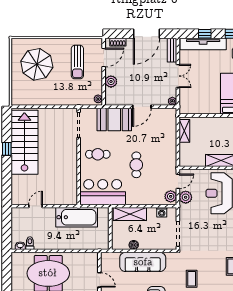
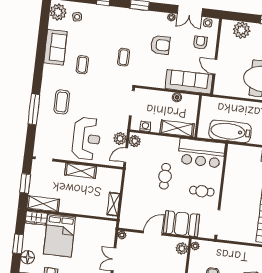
plant: (111, 82) -> (182, 248), moved
sofa: (143, 262) -> (189, 82), moved

